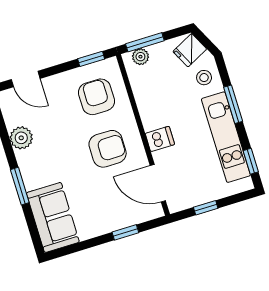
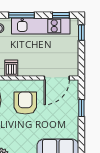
dishwasher: (160, 139) -> (11, 68), moved
window: (206, 208) -> (81, 33), moved

